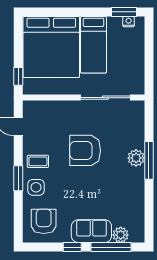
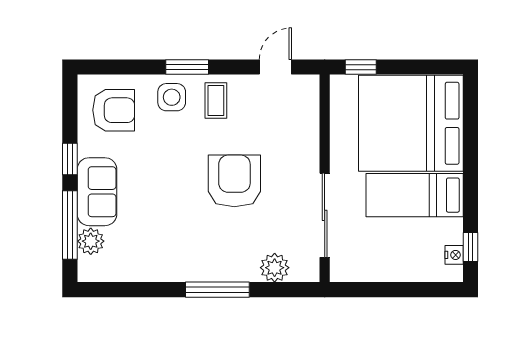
window: (124, 12) -> (470, 247), width x0.67
plant: (136, 158) -> (275, 268), moved

